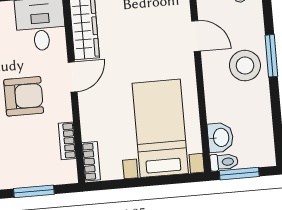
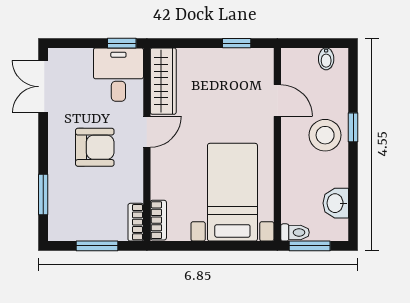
window: (271, 56) -> (353, 127), width x0.67
washbasin: (220, 137) -> (336, 203), moved, turned 180
bookcase: (67, 141) -> (136, 222), moved

